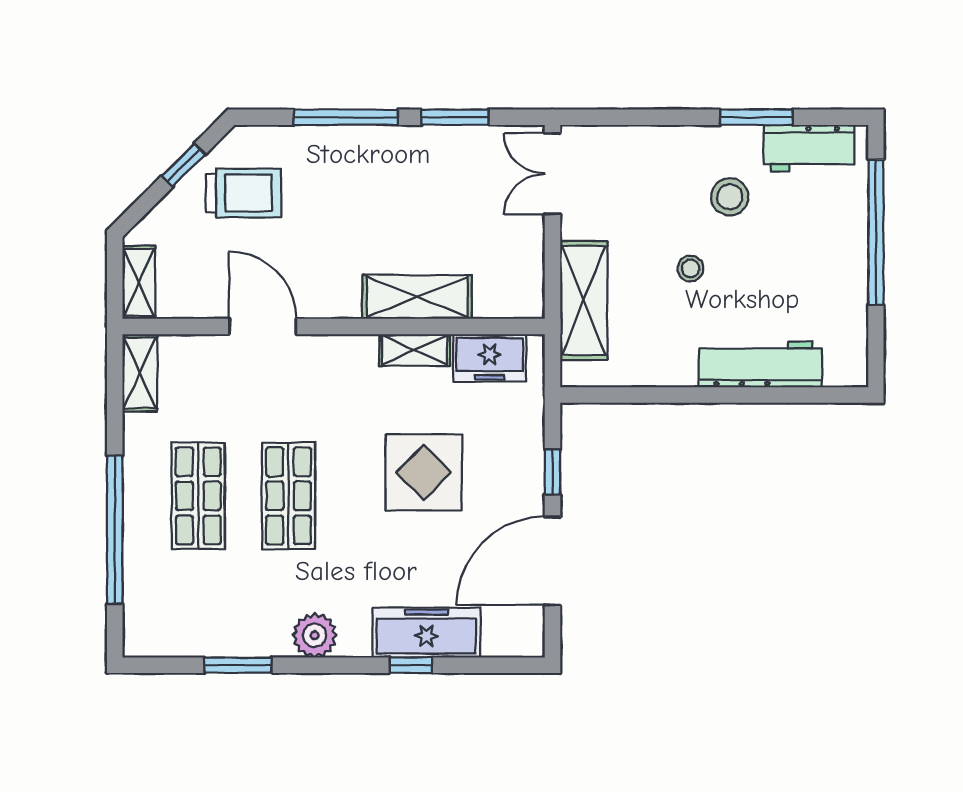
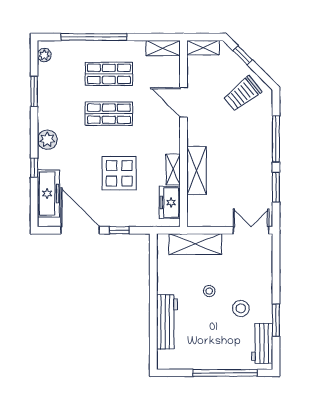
window: (184, 165) -> (243, 55), moved
trolley: (243, 193) -> (242, 94), turned 51
door: (263, 327) -> (184, 102), swing flipped
freezer: (426, 633) -> (49, 193), moved
plant: (315, 635) -> (47, 140), moved
plant: (156, 642) -> (44, 55), added

